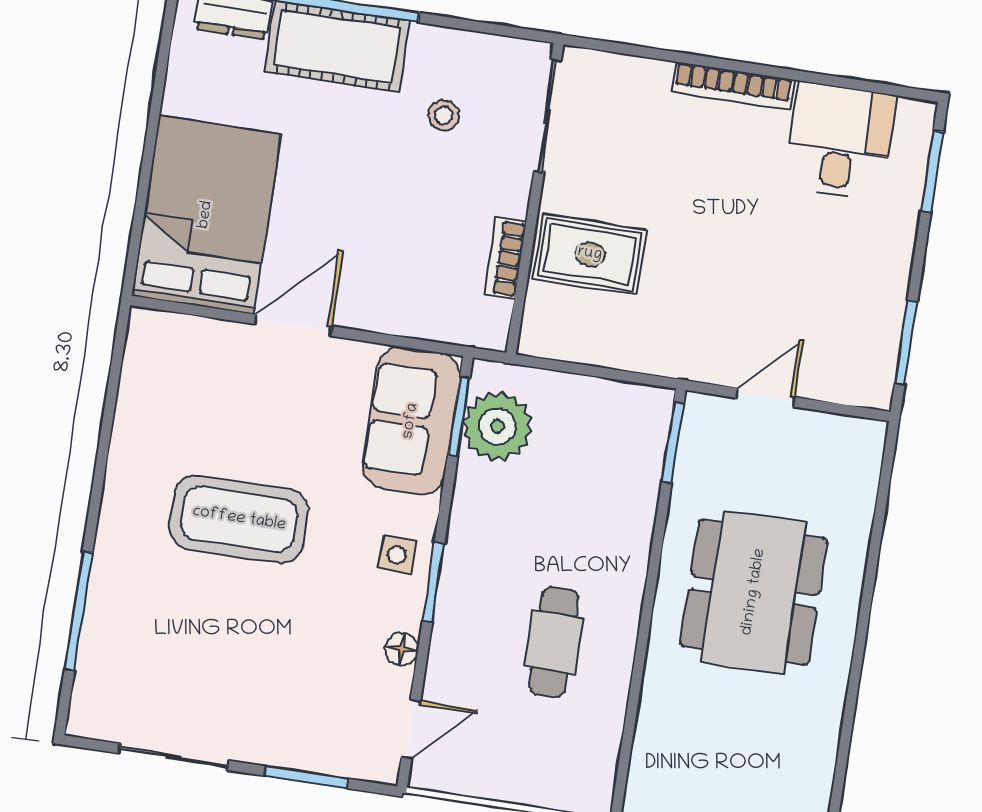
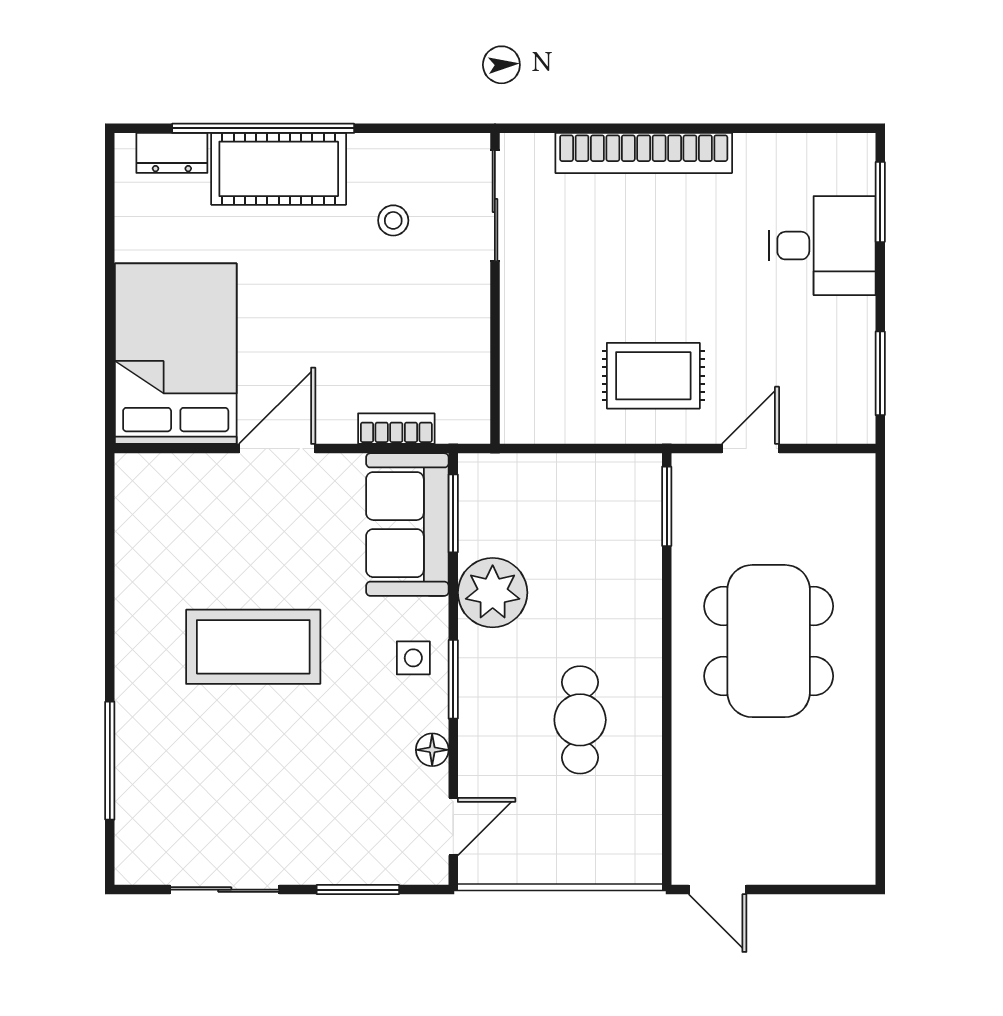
bookcase: (733, 86) -> (644, 153), width x1.48, depth x1.31
desk: (840, 141) -> (822, 246), moved, turned 90
rug: (590, 254) -> (653, 376), moved
bookcase: (505, 258) -> (396, 429), moved, turned 90
plant: (497, 426) -> (493, 593), moved

